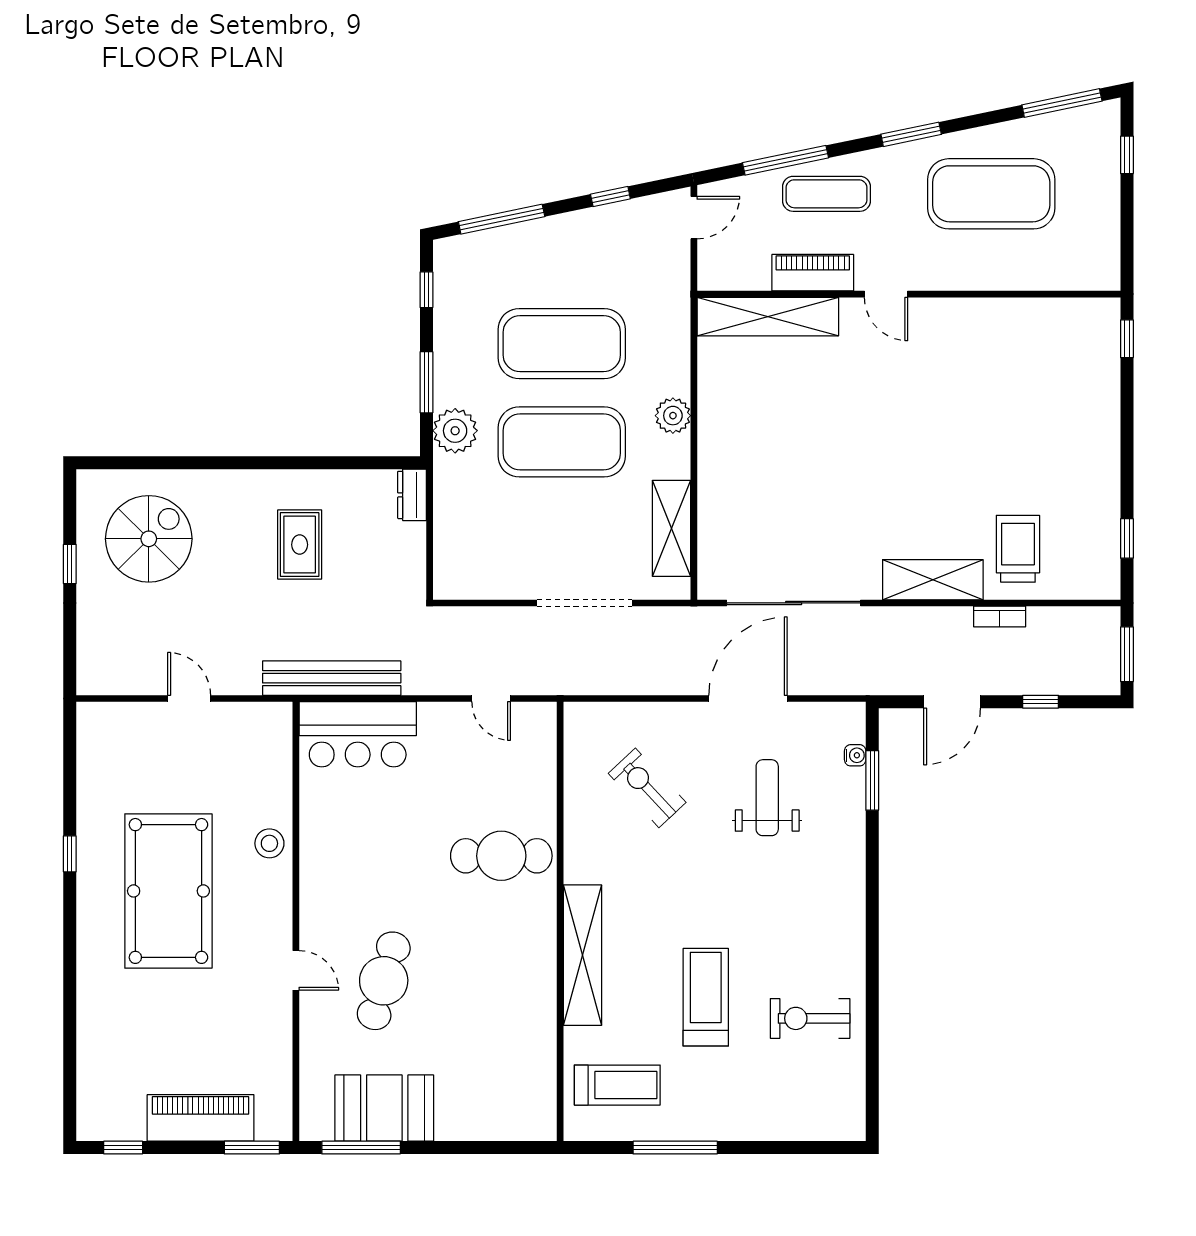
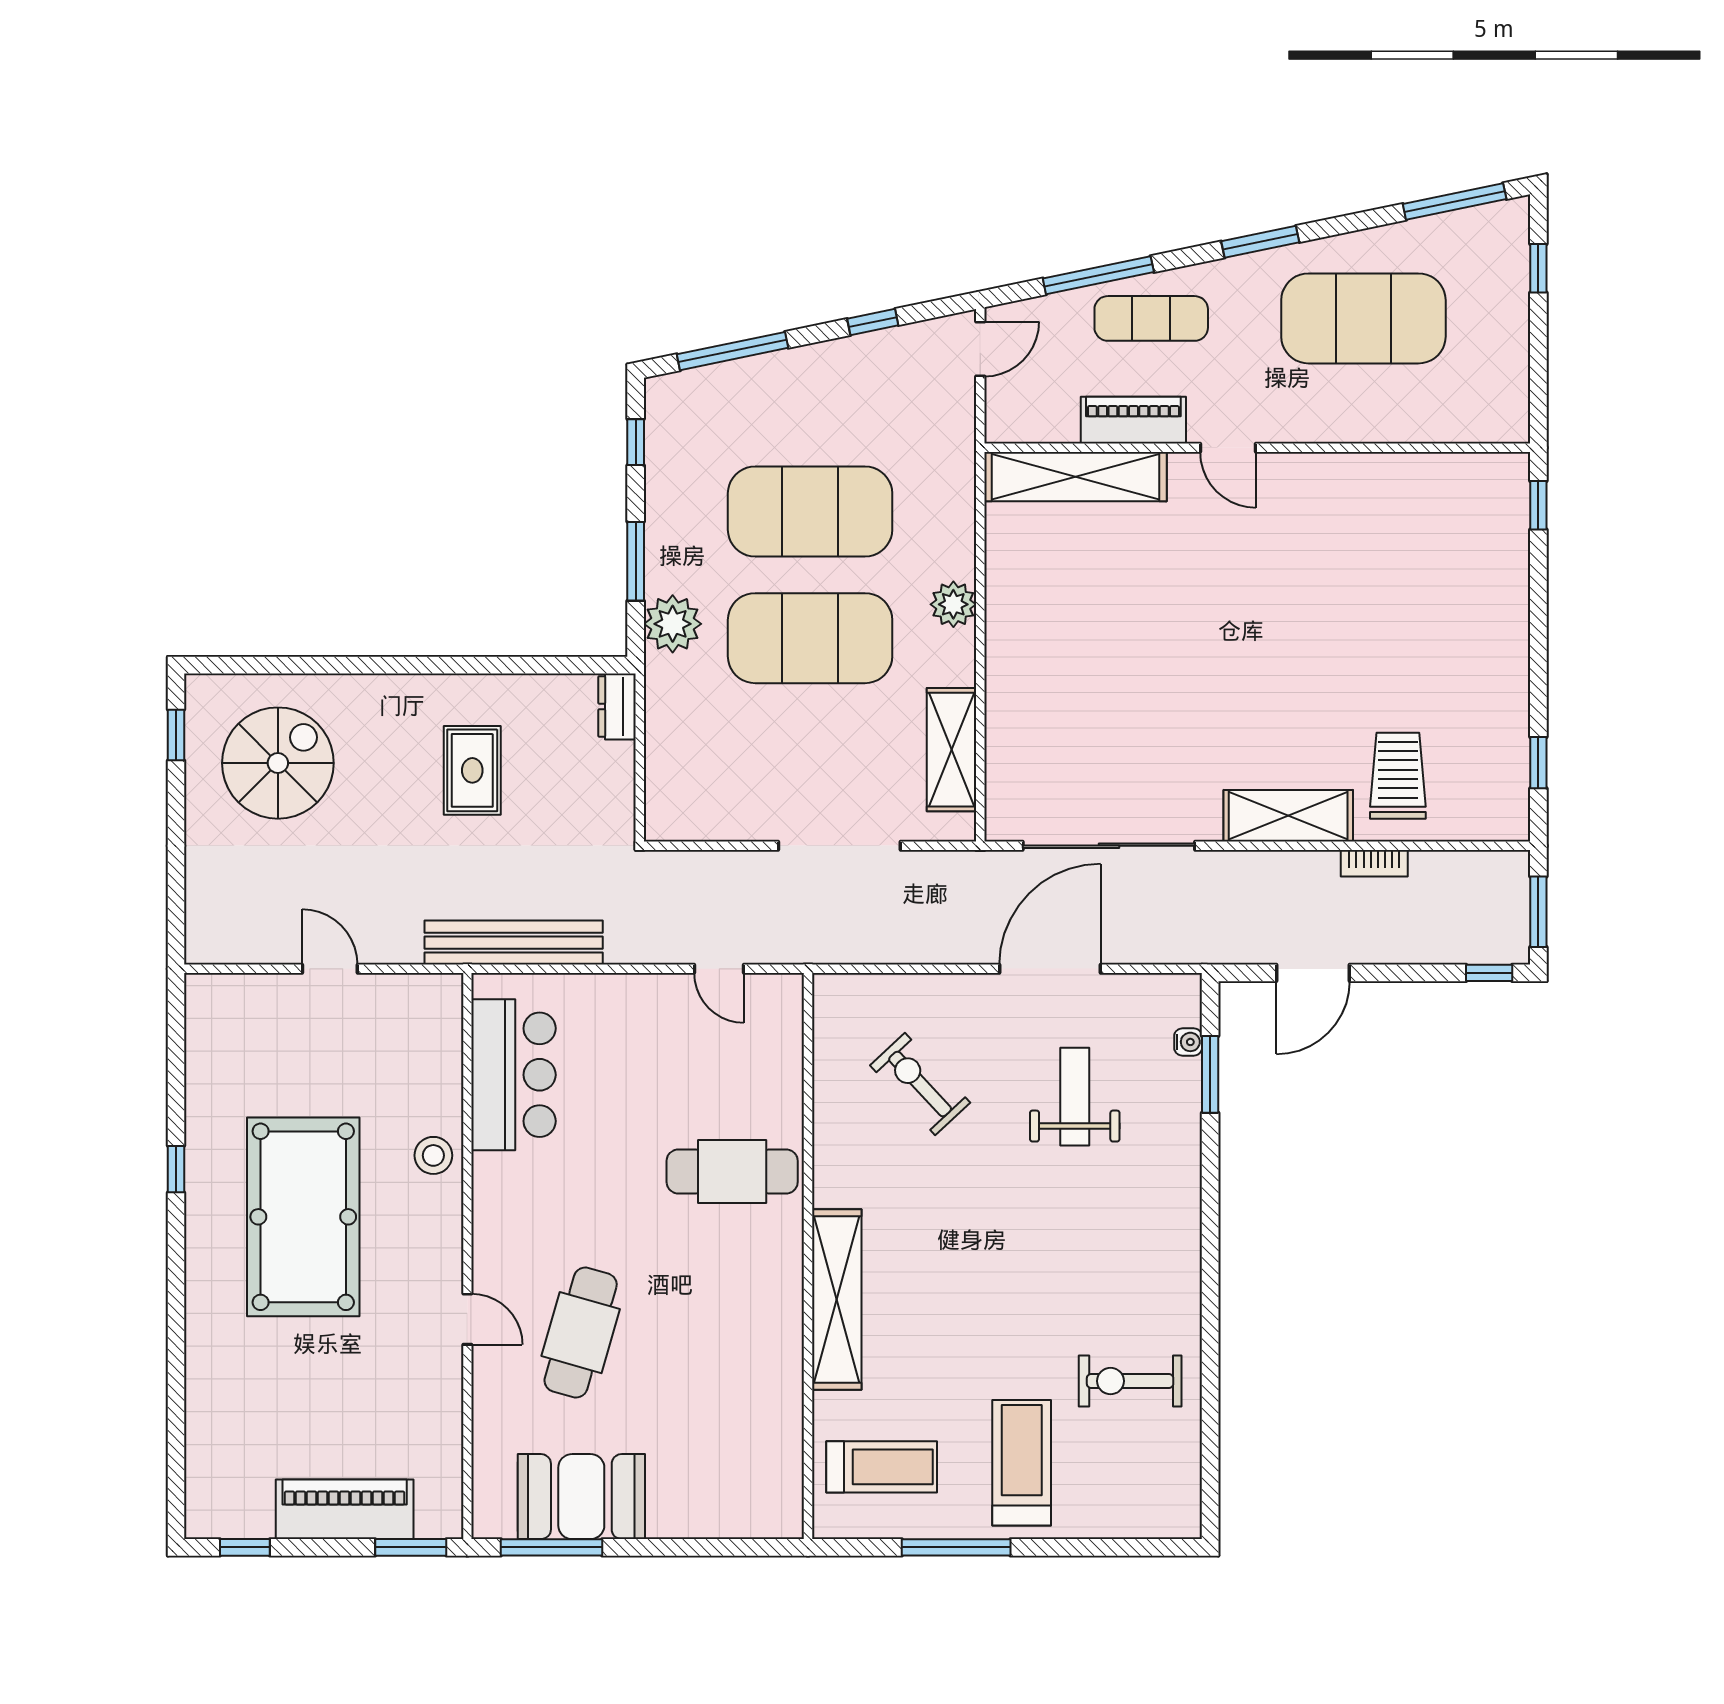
window: (70, 564) -> (176, 735), moved
window: (1041, 702) -> (1489, 973), moved
bar counter: (358, 734) -> (514, 1075), moved, turned -90
treadmill: (706, 997) -> (1022, 1463), moved

